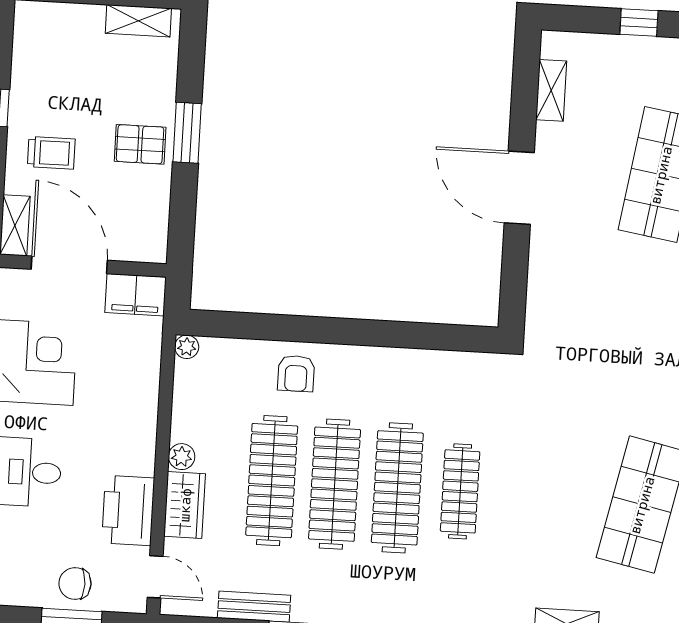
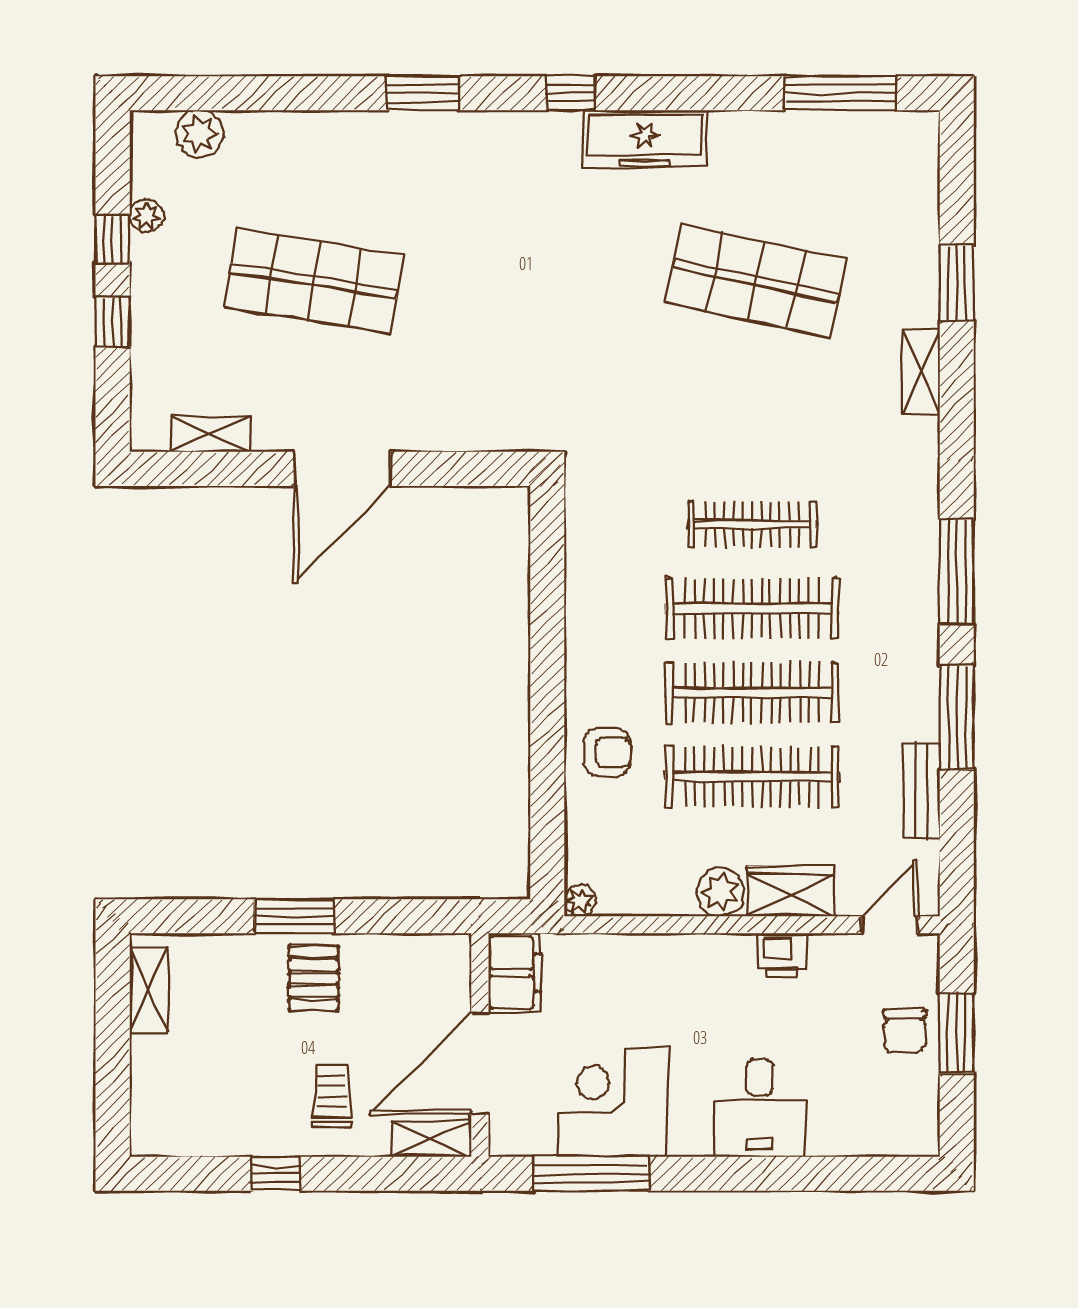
plant: (182, 457) -> (720, 892), width x1.38, depth x1.38
printer: (128, 510) -> (782, 955), width x0.53, depth x0.68

